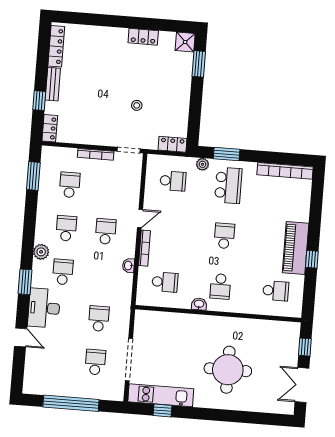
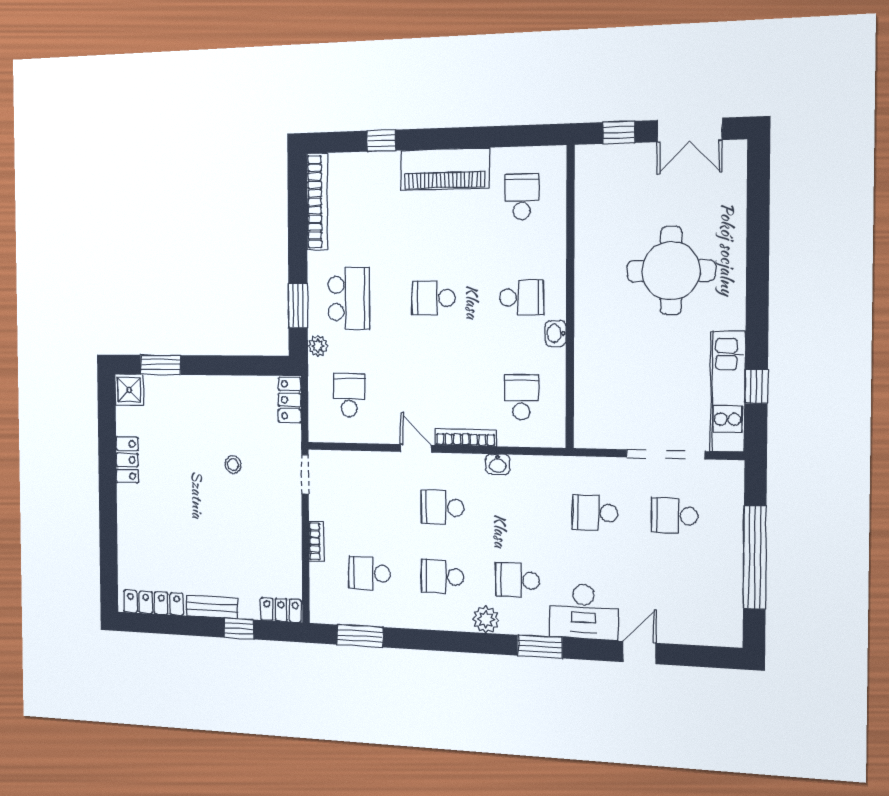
bookcase: (96, 154) -> (316, 541), width x0.64
school desk: (228, 185) -> (349, 298), turned 90
window: (312, 259) -> (381, 141), moved

